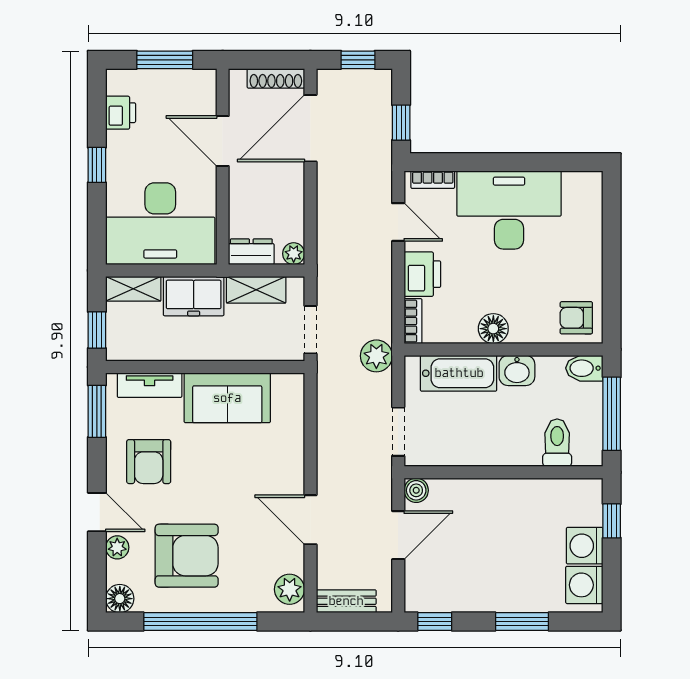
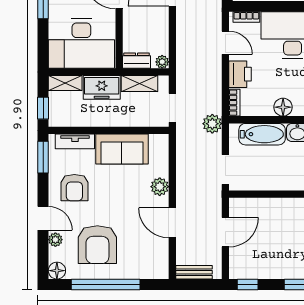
boiler: (416, 490) -> (236, 205), removed
armchair: (187, 556) -> (97, 245), turned 90
plant: (290, 589) -> (160, 187), moved

